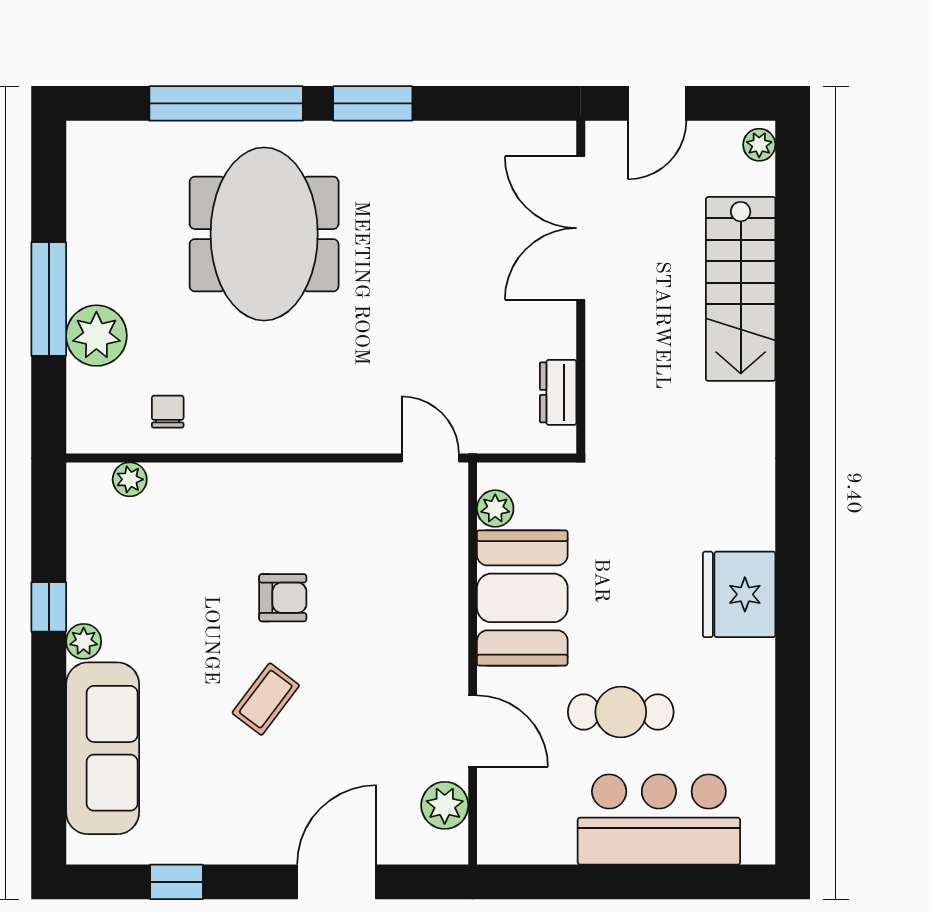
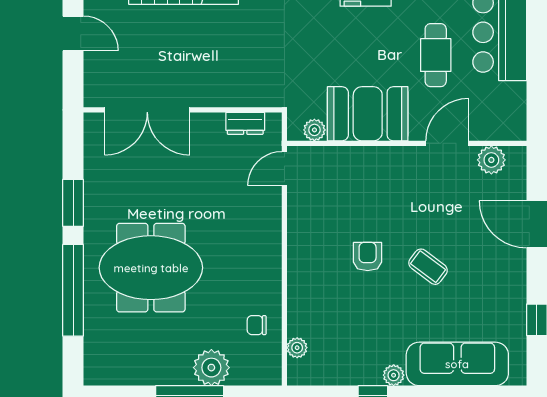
double door: (581, 228) -> (147, 110), moved
wall: (581, 287) -> (183, 110), moved
dresser: (558, 392) -> (245, 123), moved

